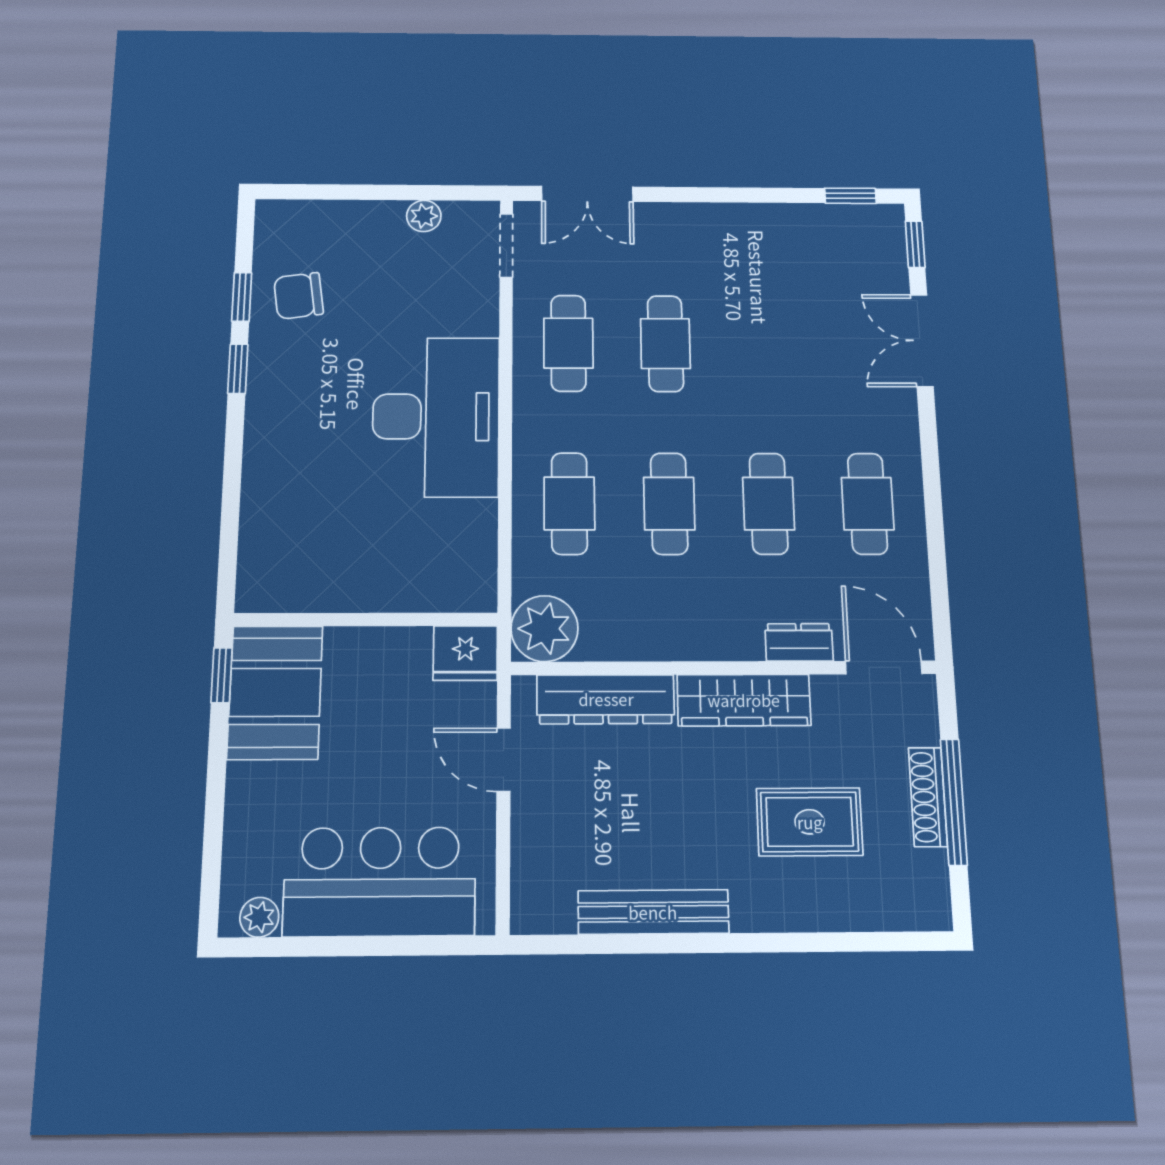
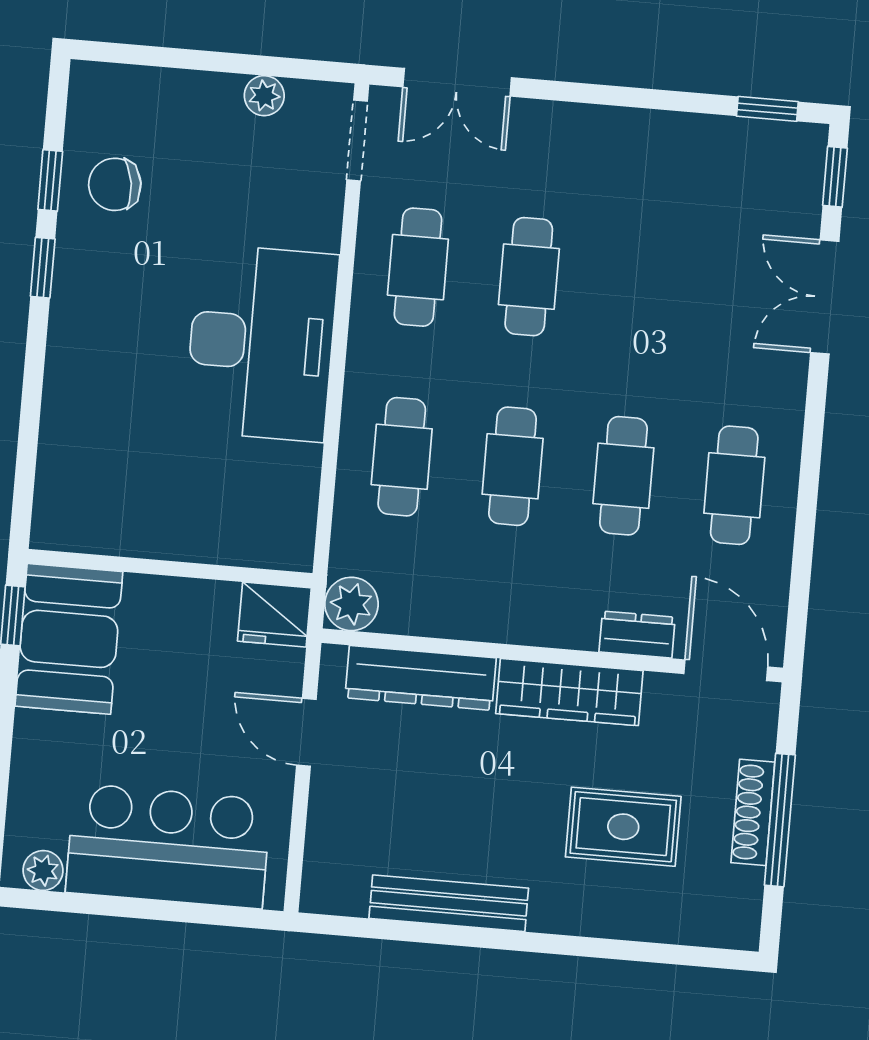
plant: (545, 629) -> (351, 604), width x0.73, depth x0.73

